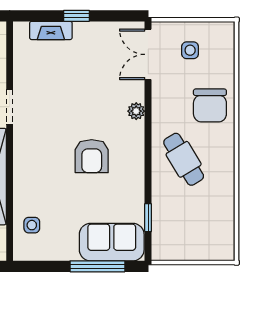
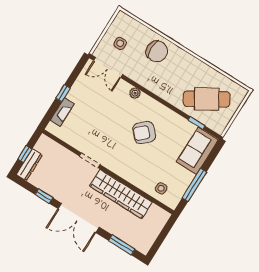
armchair: (92, 156) -> (144, 133), turned 137
cafe table: (184, 159) -> (207, 99), moved, width x1.37, depth x1.35
window: (97, 266) -> (194, 185), moved

